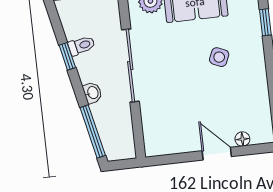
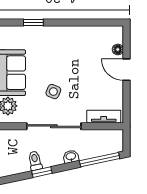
side table: (219, 57) -> (53, 92), moved
tv unit: (151, 130) -> (104, 117), added
door: (217, 154) -> (126, 70), hinge flipped

